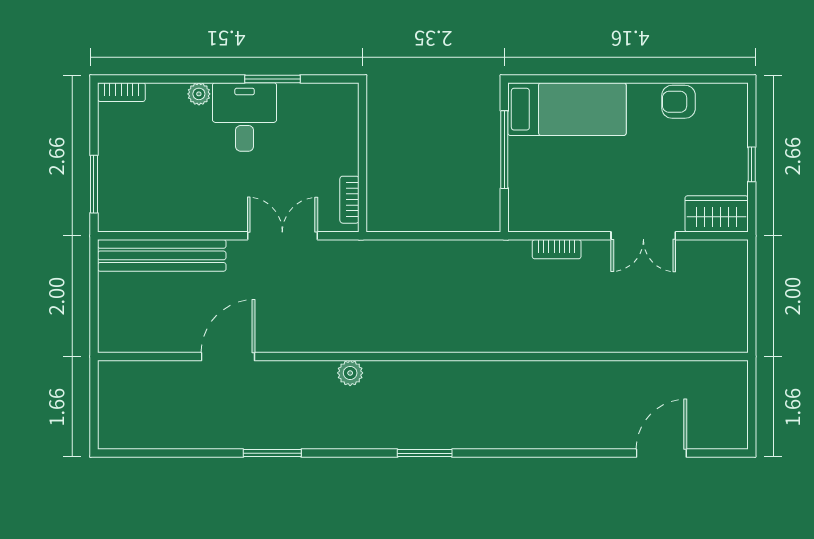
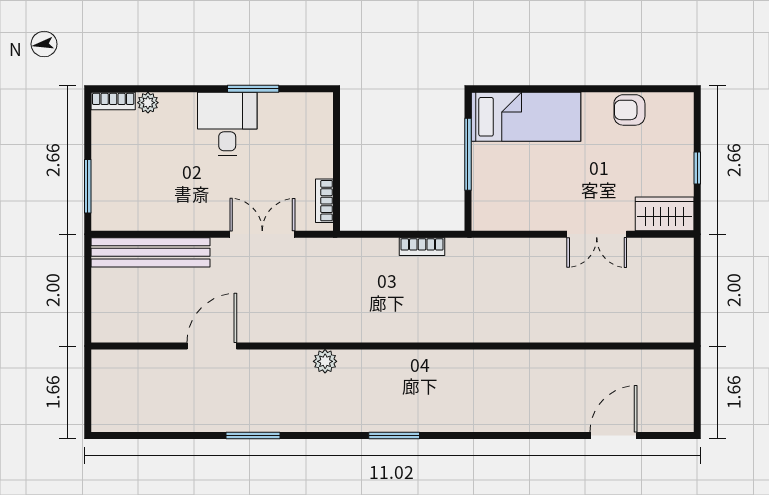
plant: (199, 94) -> (148, 103), moved
bookcase: (557, 249) -> (422, 247), moved

